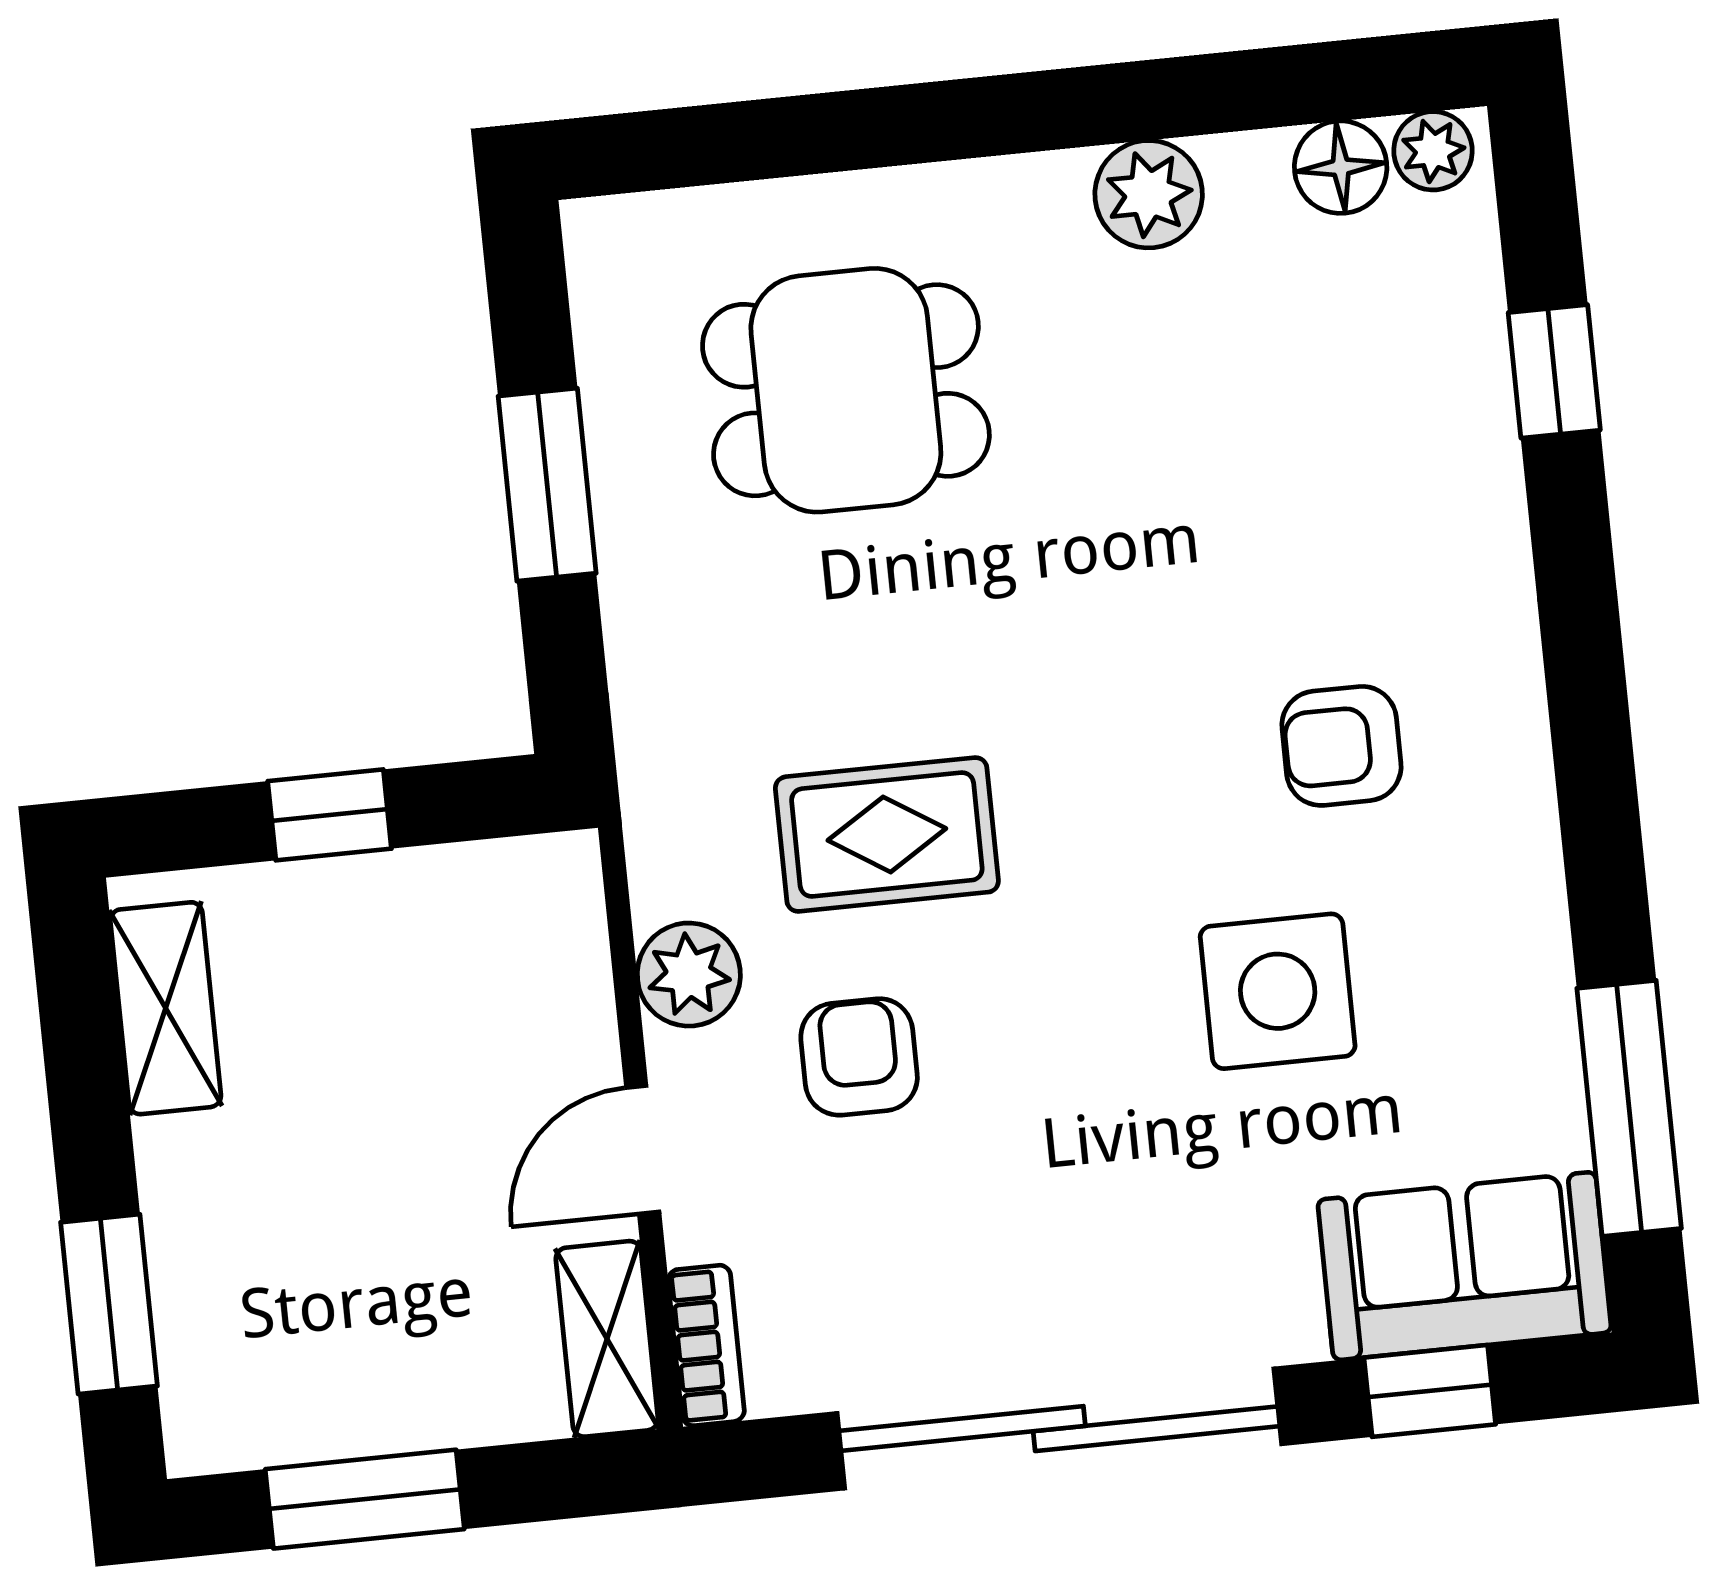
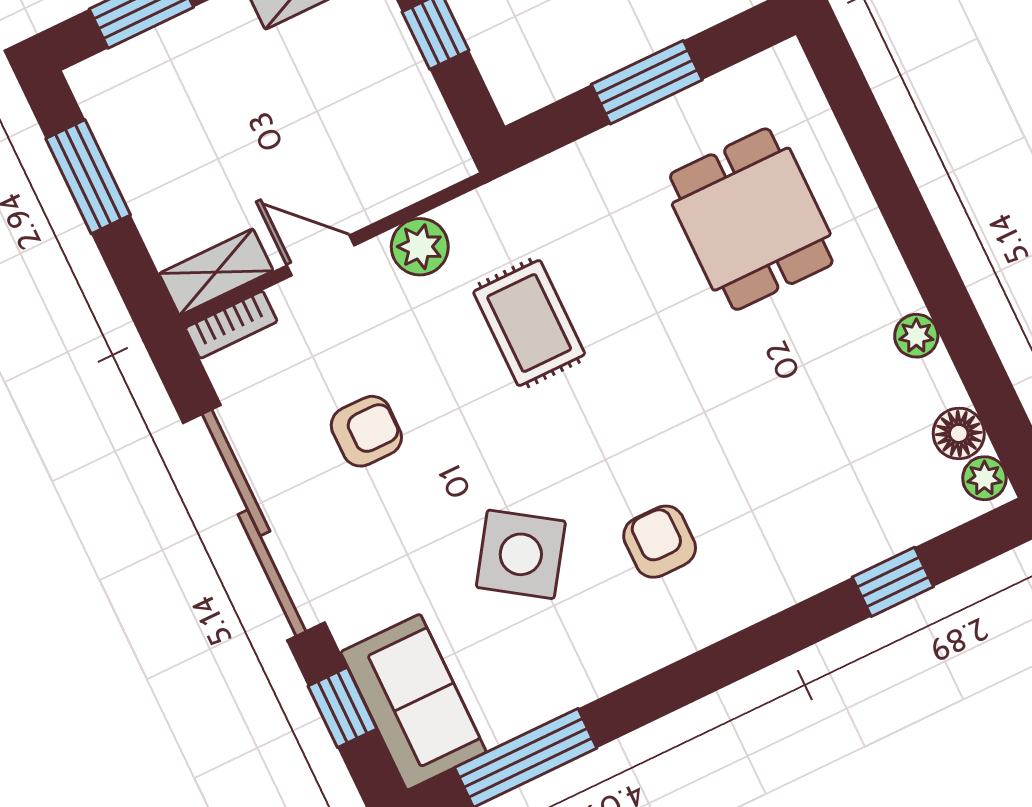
plant: (1149, 194) -> (916, 336), width x0.73, depth x0.73
side table: (1278, 991) -> (521, 554), turned 34
armchair: (859, 1057) -> (366, 431), moved

